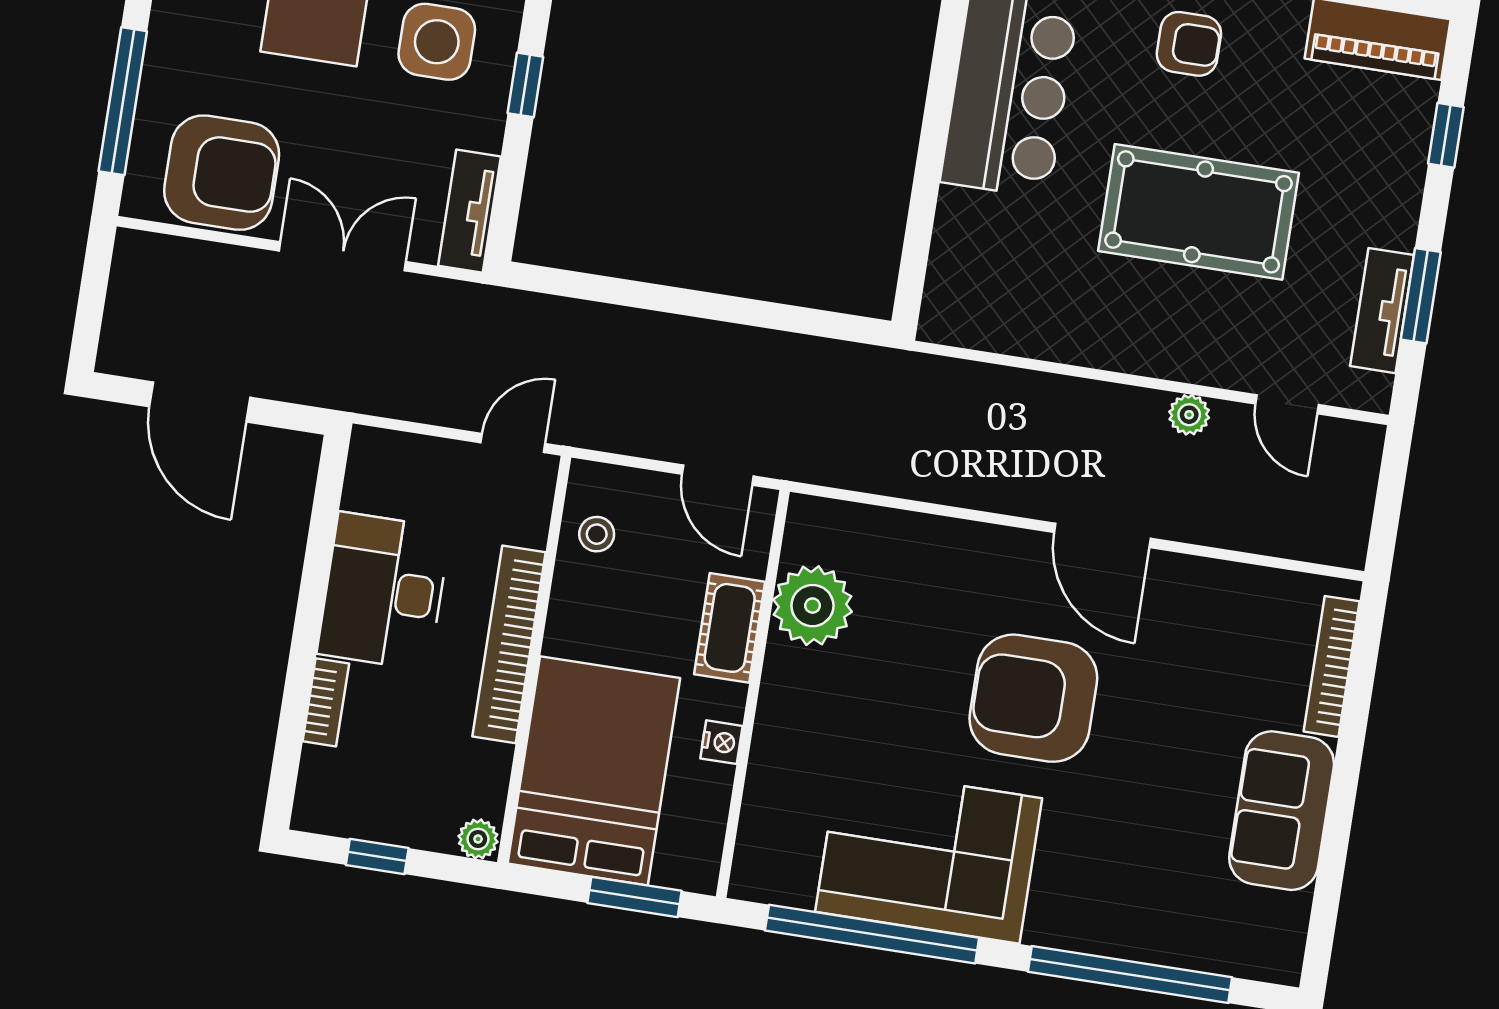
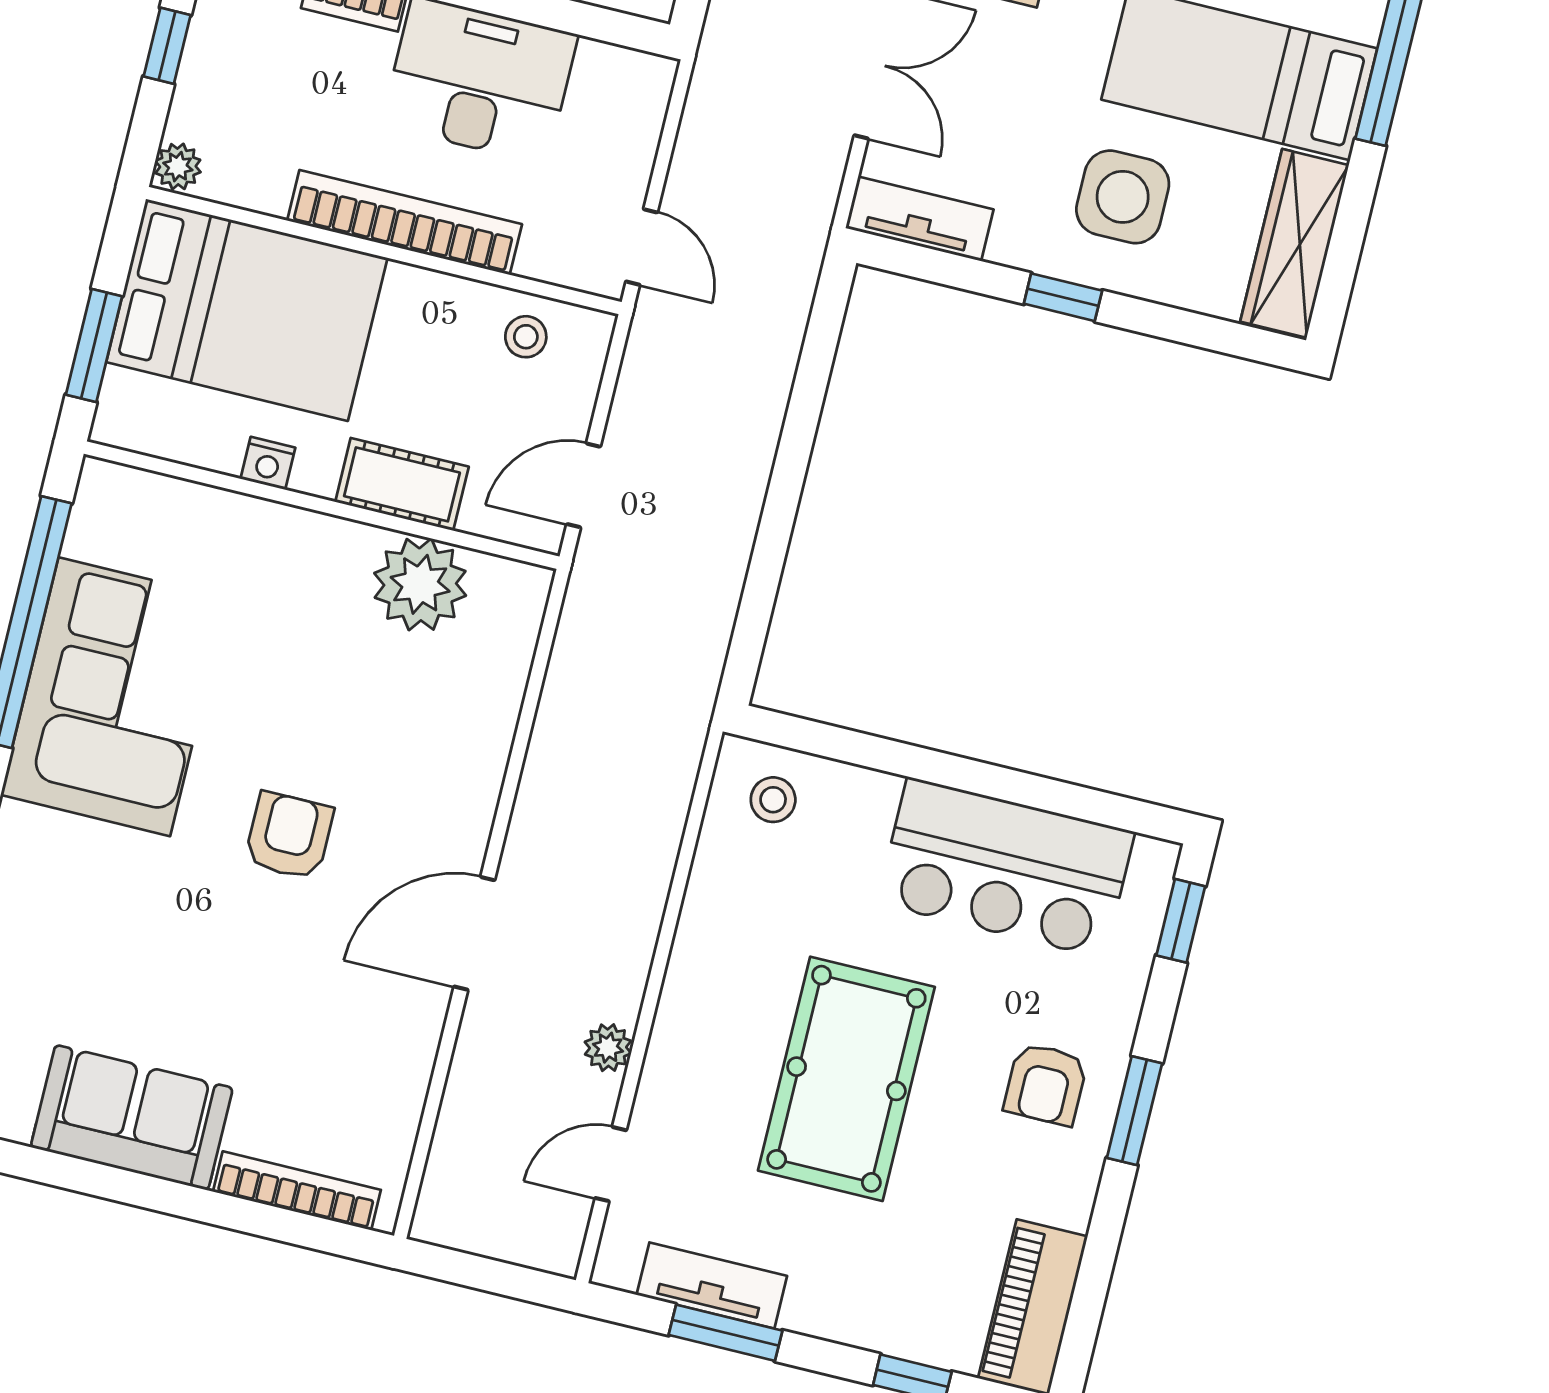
stool: (969, 293) -> (773, 800), added
armchair: (1033, 698) -> (289, 836), width x0.53, depth x0.53

